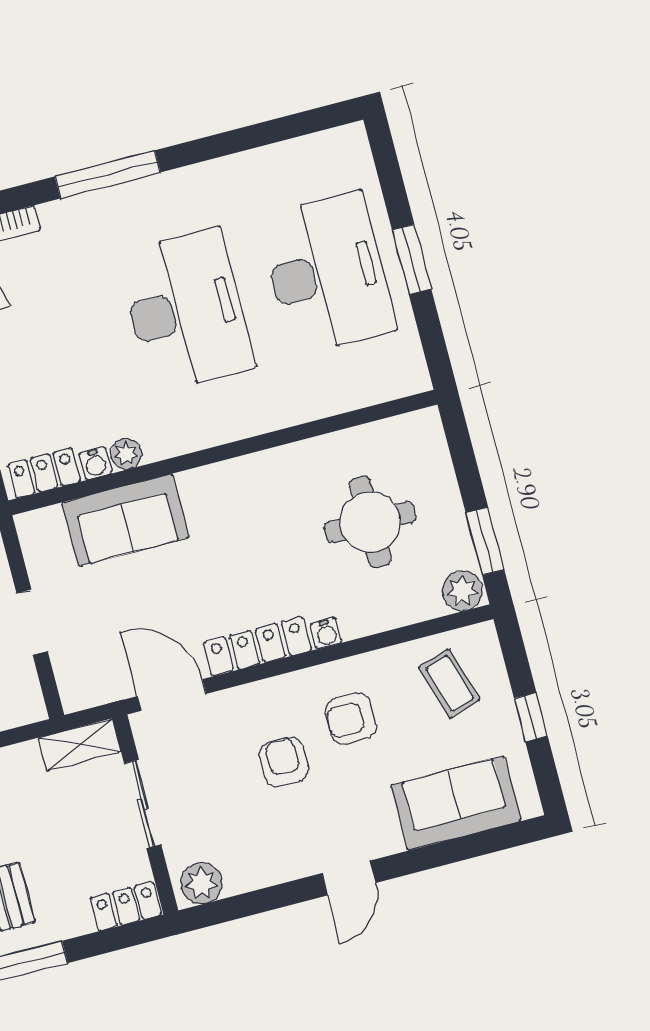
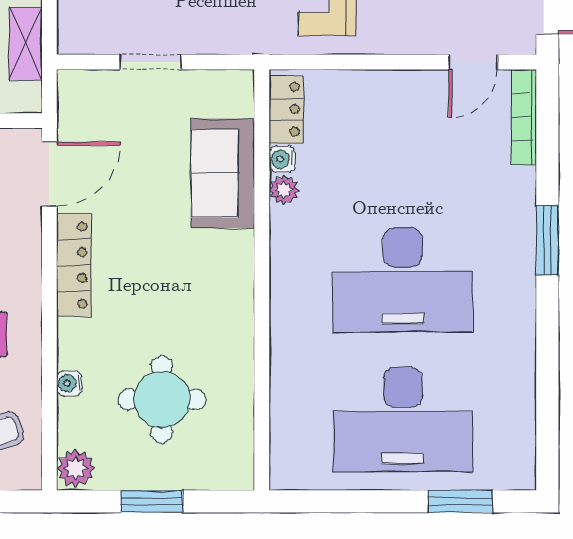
window: (108, 174) -> (547, 240), width x0.69
window: (412, 260) -> (460, 501), moved
window: (485, 541) -> (152, 501), moved
water cooler: (326, 633) -> (69, 383), moved
shelving: (80, 745) -> (26, 44), moved

